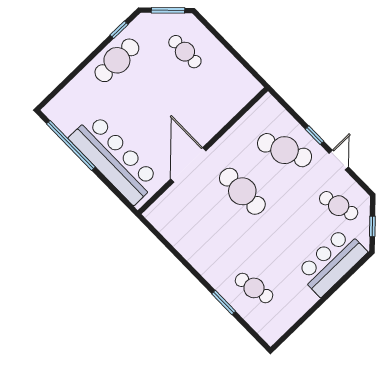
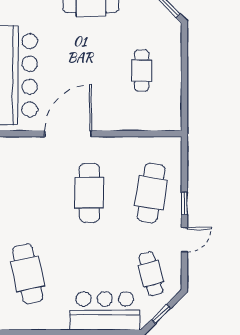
cafe table: (185, 52) -> (142, 70), moved
cafe table: (285, 150) -> (151, 193), turned 33
cafe table: (254, 288) -> (28, 274), width x1.37, depth x1.35

